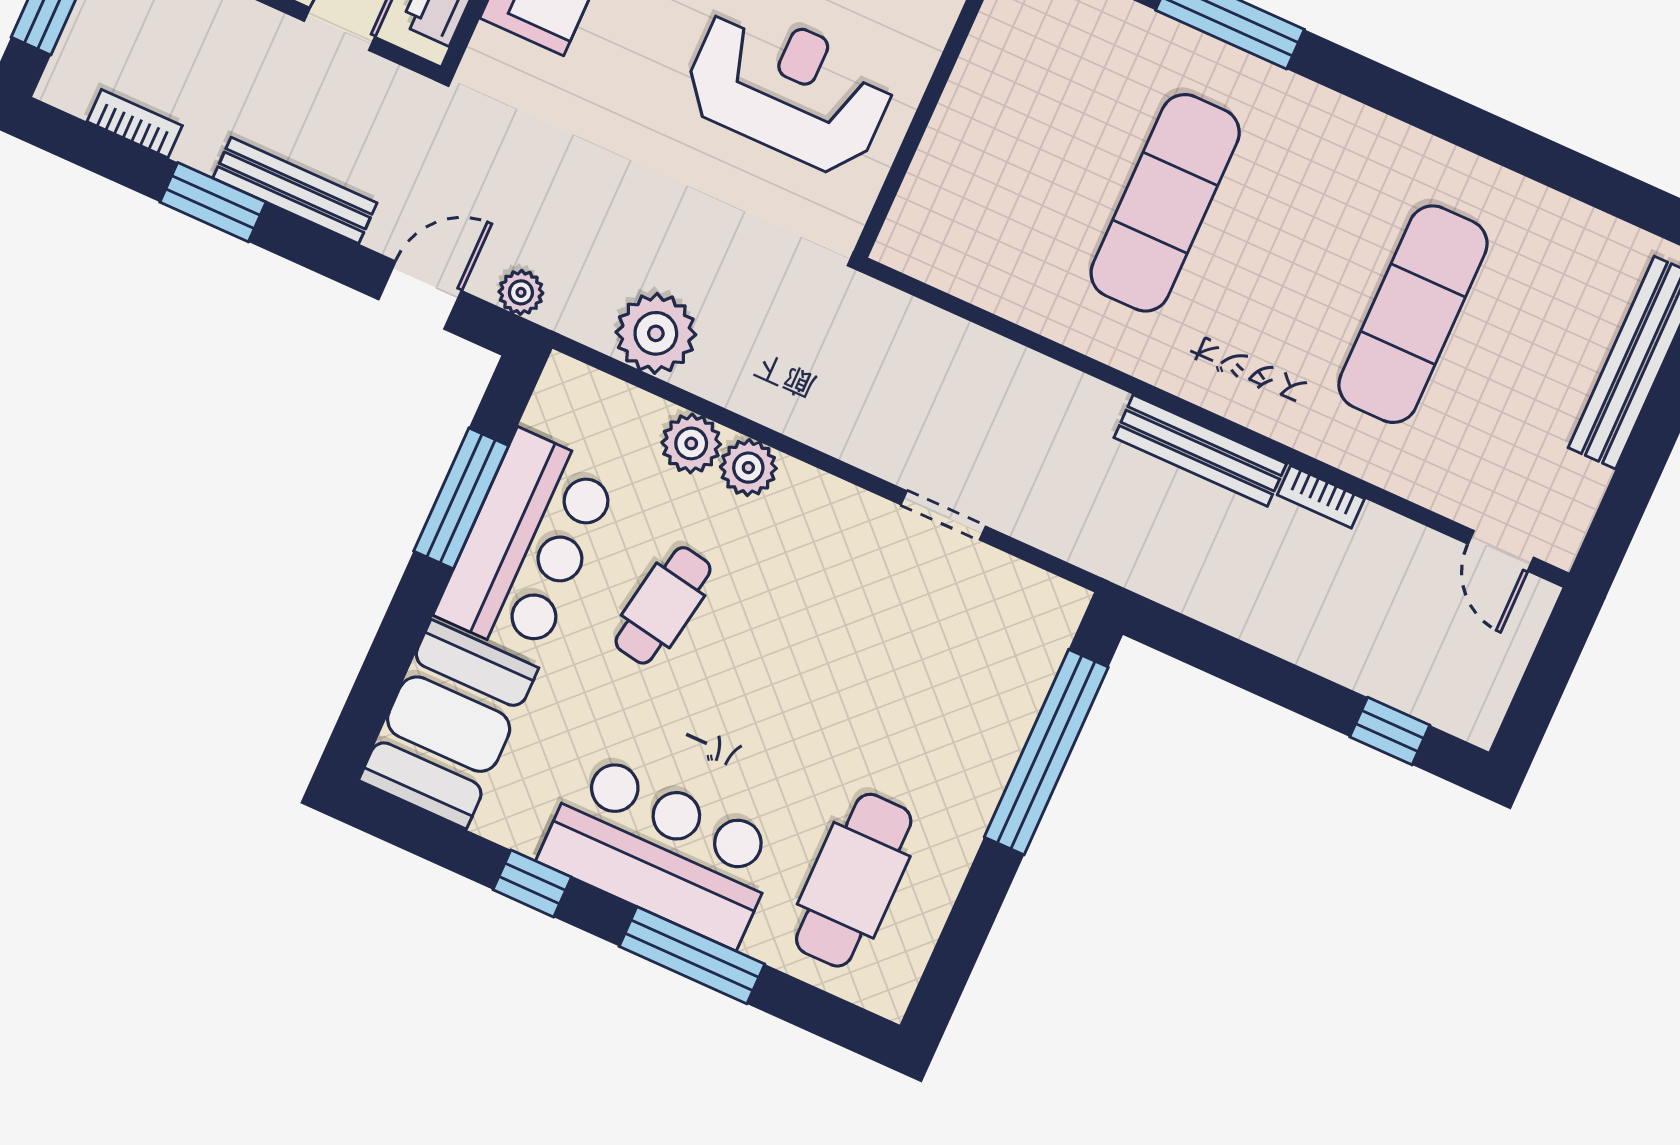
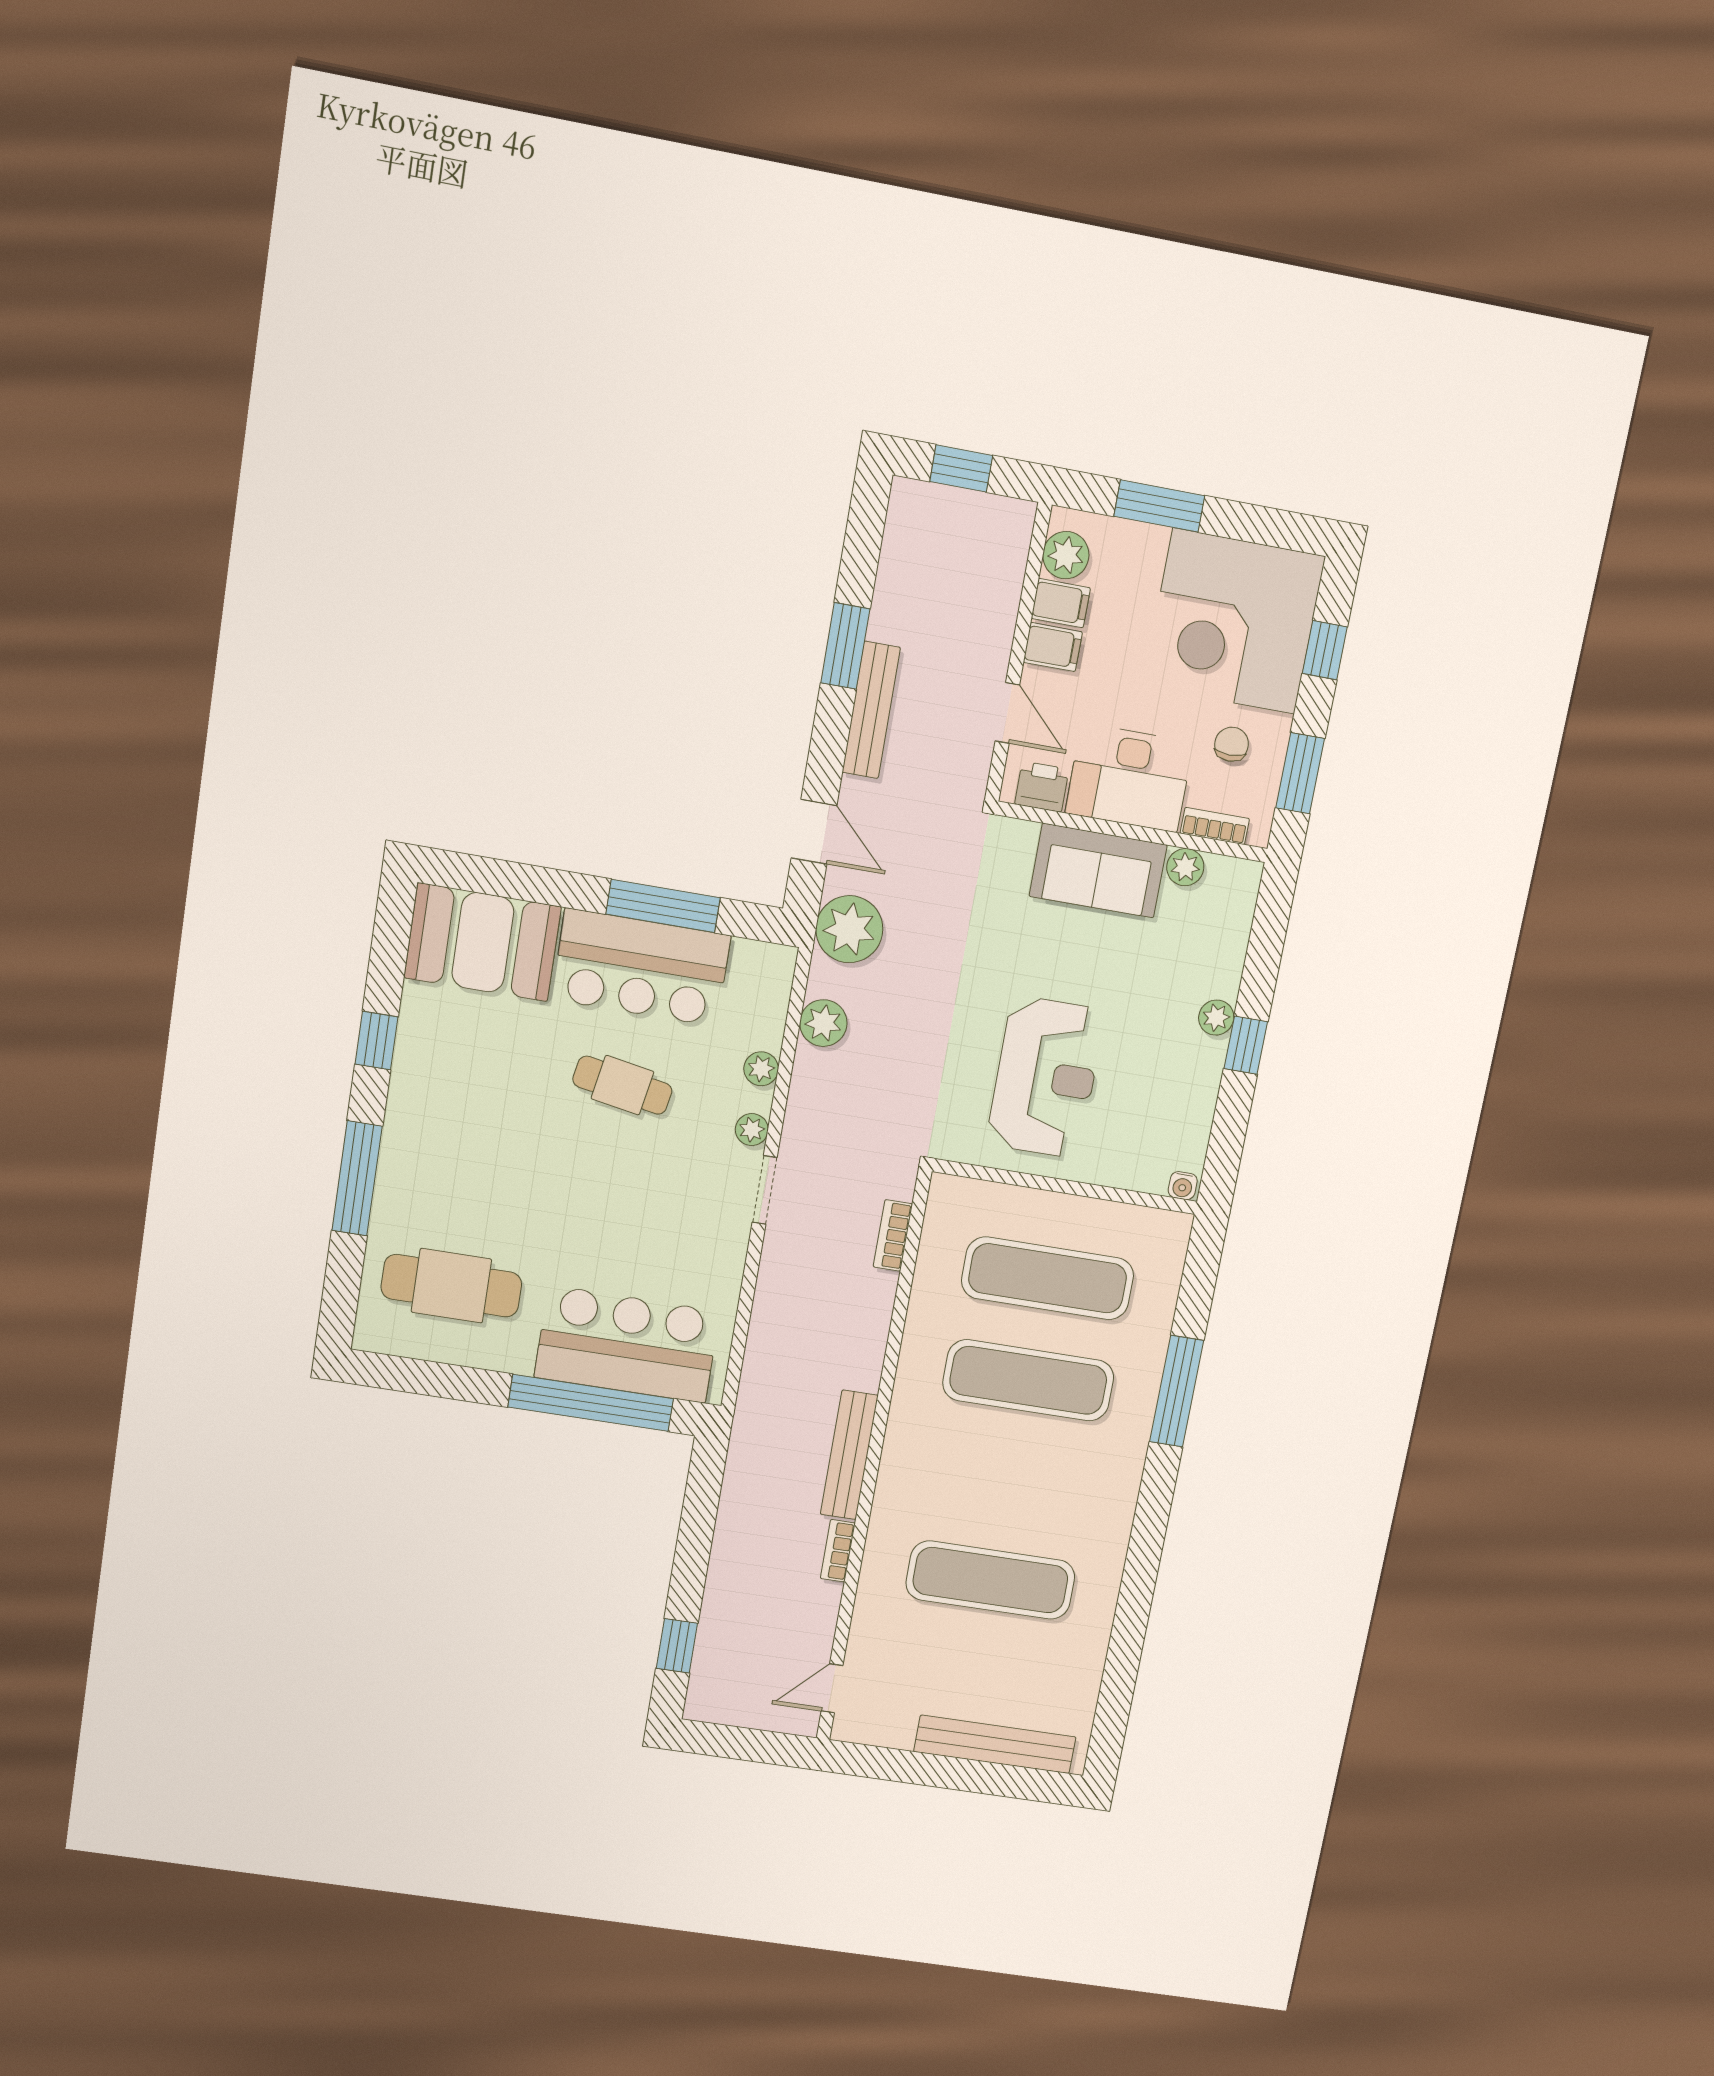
bookcase: (135, 124) -> (893, 1235), moved, turned 180
exercise mat: (1041, 147) -> (1048, 1278), added
plant: (521, 292) -> (849, 929), width x1.88, depth x1.88
plant: (656, 333) -> (823, 1023), width x0.73, depth x0.73
plant: (691, 443) -> (761, 1069), width x0.73, depth x0.73
plant: (748, 468) -> (752, 1130), width x0.73, depth x0.73
doorway: (943, 515) -> (765, 1190), moved
bar counter: (661, 850) -> (627, 1344), moved, turned -90

